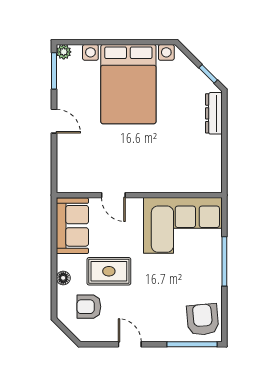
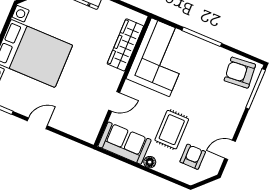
wardrobe: (180, 181) -> (125, 45), added
floor lamp: (63, 278) -> (150, 162), moved
armchair: (89, 307) -> (193, 157), turned 180
door: (130, 344) -> (230, 150), moved

